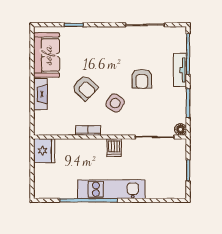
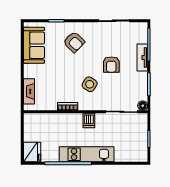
armchair: (85, 88) -> (74, 42), moved
fireplace: (40, 94) -> (29, 91), moved
fridge: (44, 151) -> (32, 152), moved

